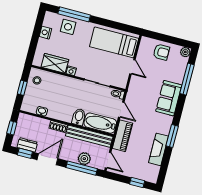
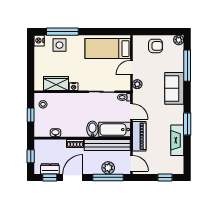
nightstand: (45, 33) -> (39, 41), moved
door: (132, 67) -> (131, 67), swing flipped
plant: (134, 85) -> (137, 84), added

